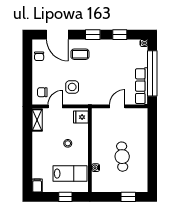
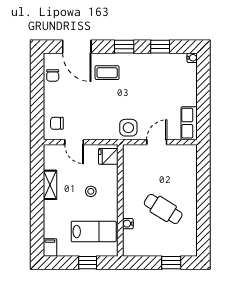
window: (152, 73) -> (203, 98), removed
row of seats: (142, 86) -> (189, 123), width x0.68
side table: (72, 87) -> (128, 128), moved
door: (55, 106) -> (74, 142), swing flipped
shelving: (37, 120) -> (50, 185), moved
cafe table: (122, 157) -> (163, 209), turned -55

